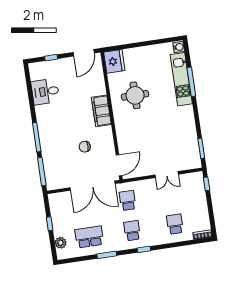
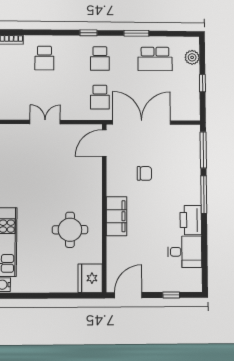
printer: (44, 116) -> (191, 220), added

